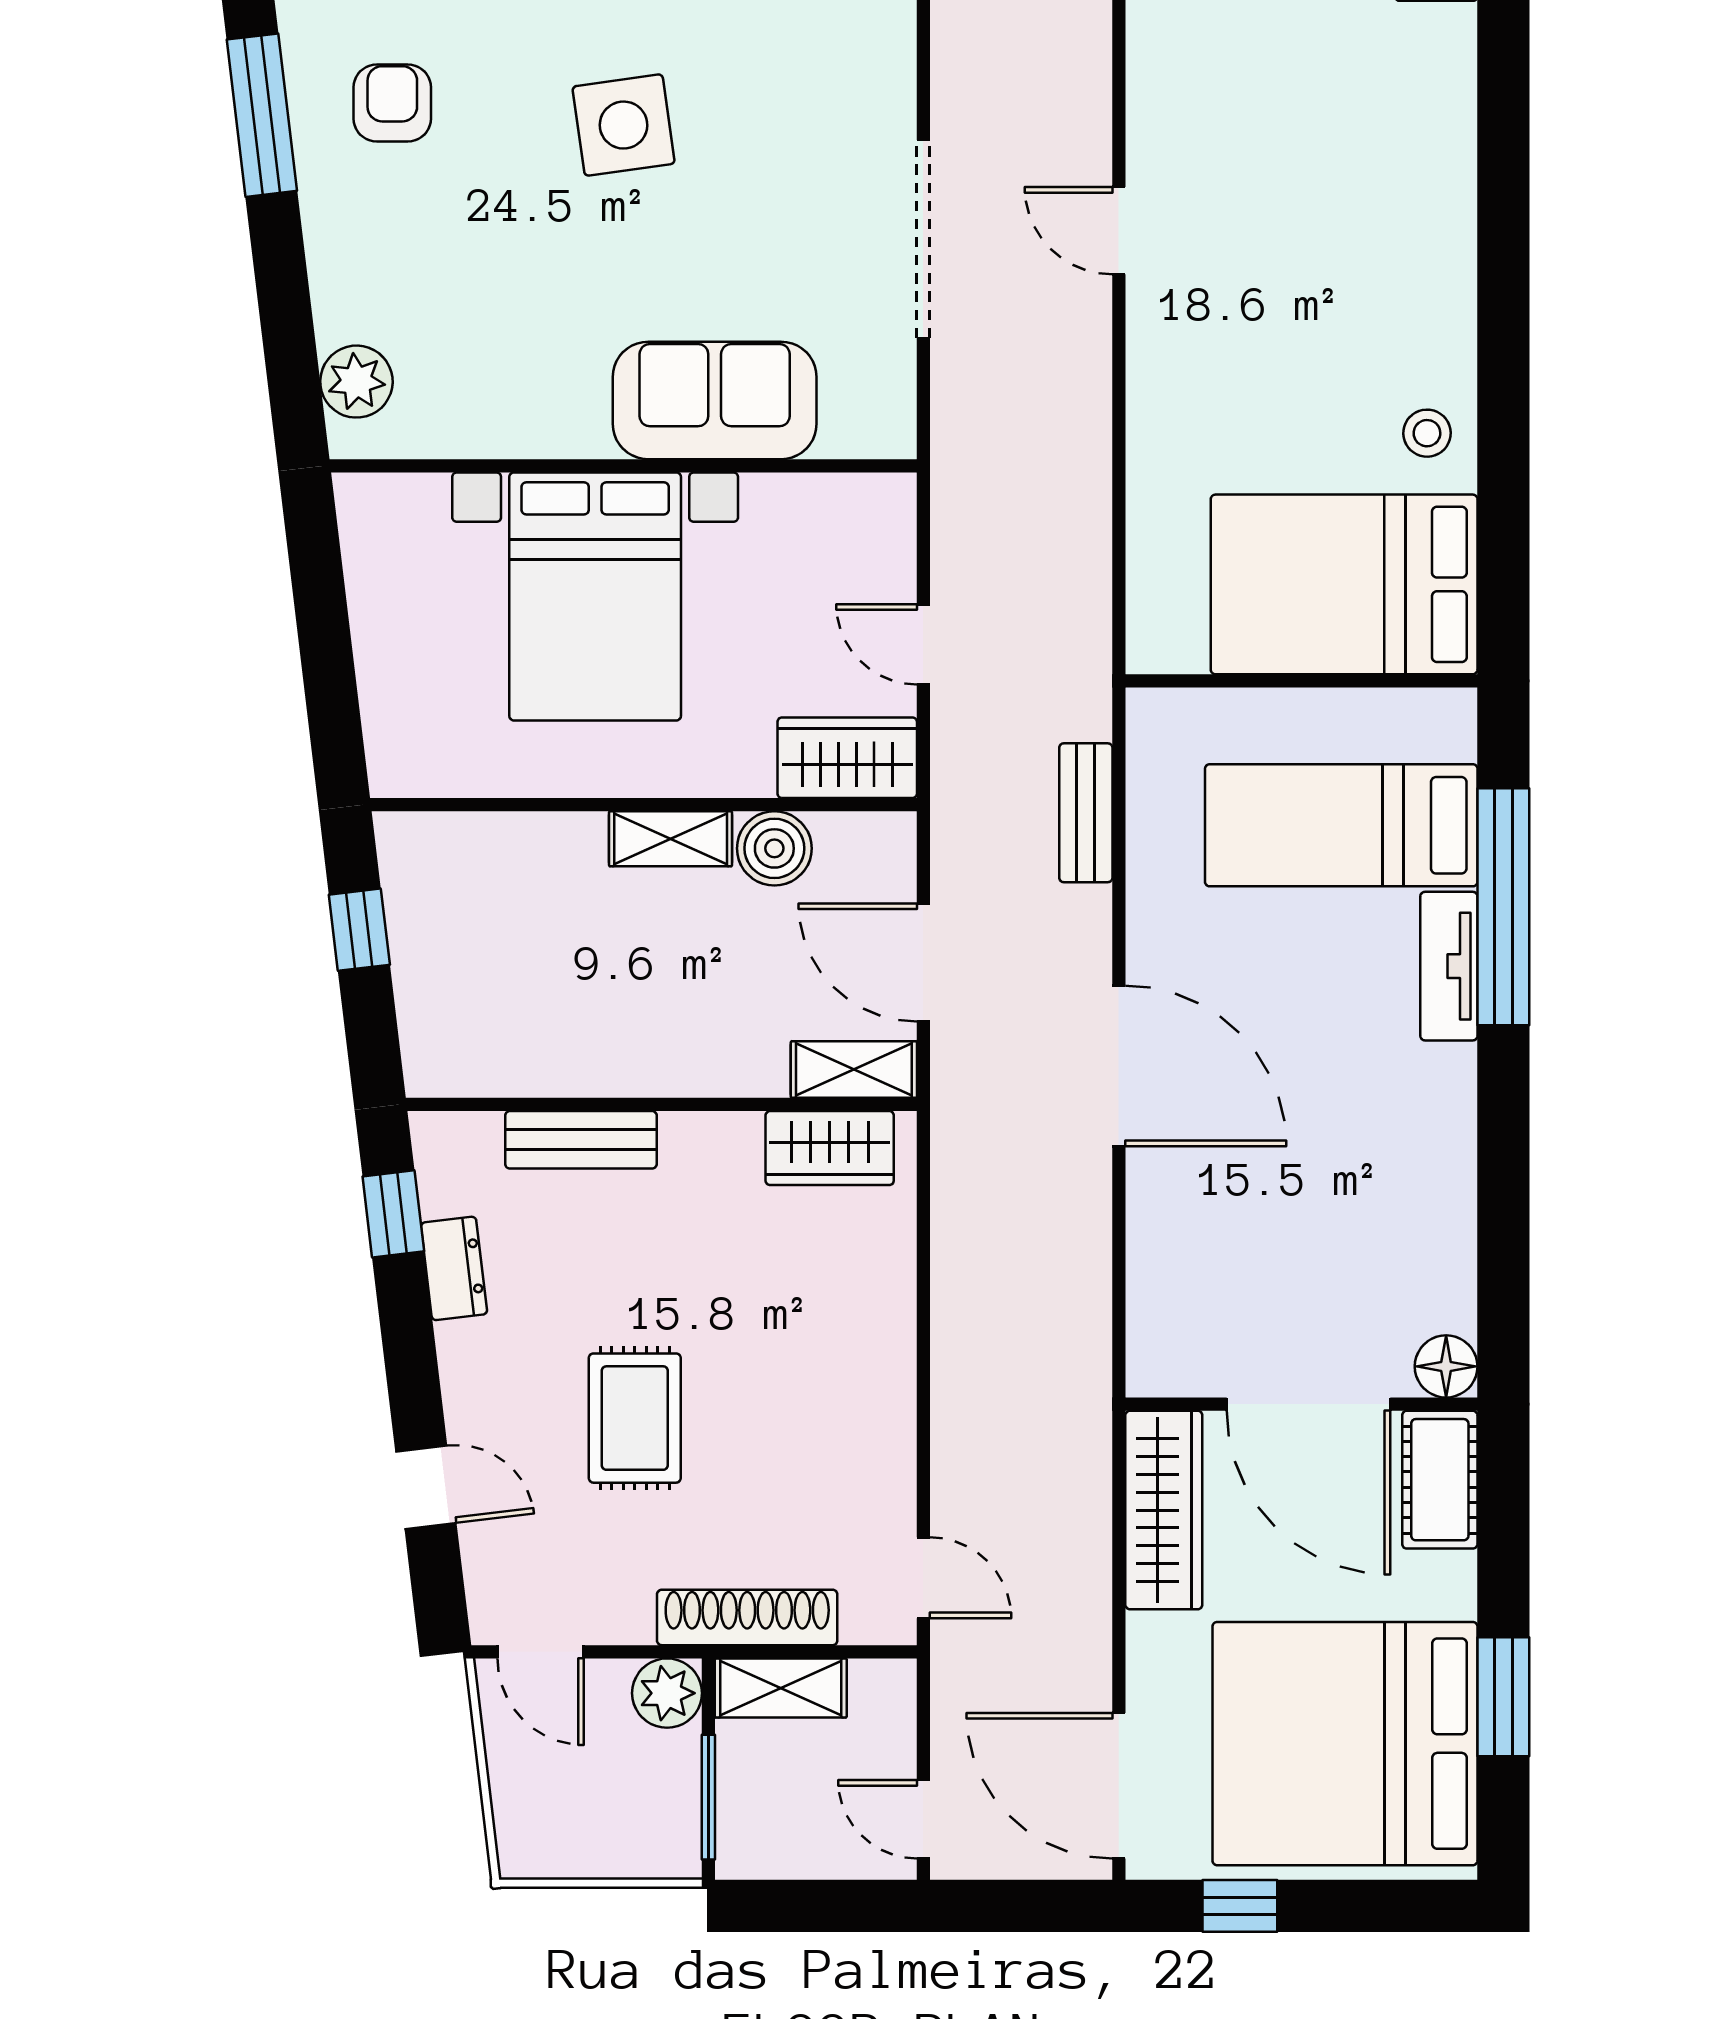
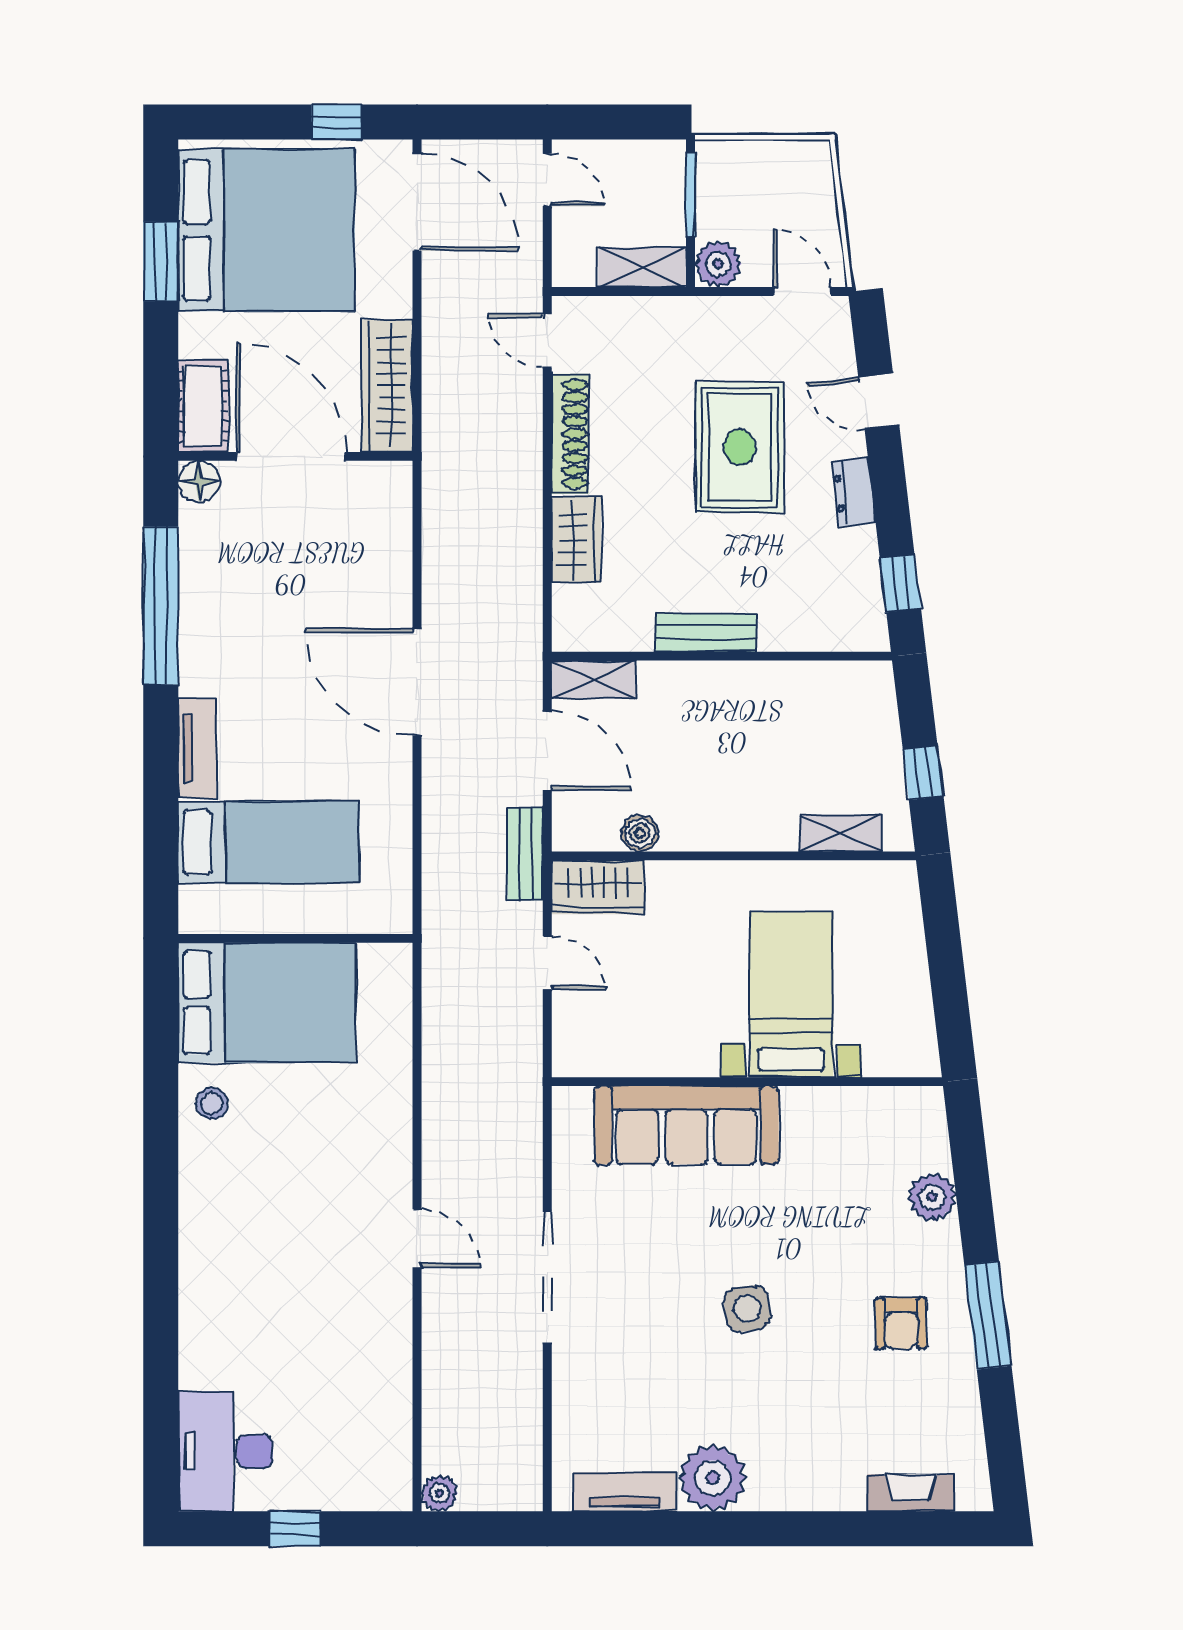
side table: (624, 125) -> (747, 1309), width x0.73, depth x0.73
doorway: (923, 239) -> (547, 1278), moved
plant: (356, 382) -> (932, 1197), moved
sofa: (715, 400) -> (686, 1125), width x1.36
bed with nightstands: (595, 596) -> (791, 995), width x0.73
bench: (1086, 813) -> (525, 854), moved
shelving: (671, 839) -> (841, 833), moved
boiler: (774, 848) -> (640, 833), width x0.73, depth x0.73
window: (1503, 907) -> (161, 606), moved
bench: (581, 1140) -> (706, 633), moved
wardrobe: (830, 1148) -> (576, 540), moved, turned 90
dresser: (454, 1268) -> (853, 492), moved
rug: (635, 1418) -> (740, 447), width x1.36, depth x1.43
shoe rack: (747, 1617) -> (570, 434), moved, turned -90

